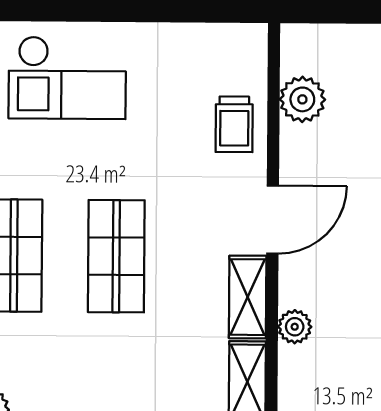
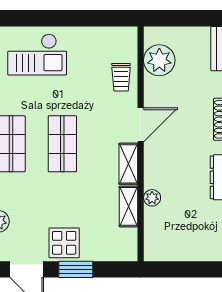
plant: (302, 99) -> (159, 60), width x1.36, depth x1.36
plant: (295, 327) -> (152, 198), moved

